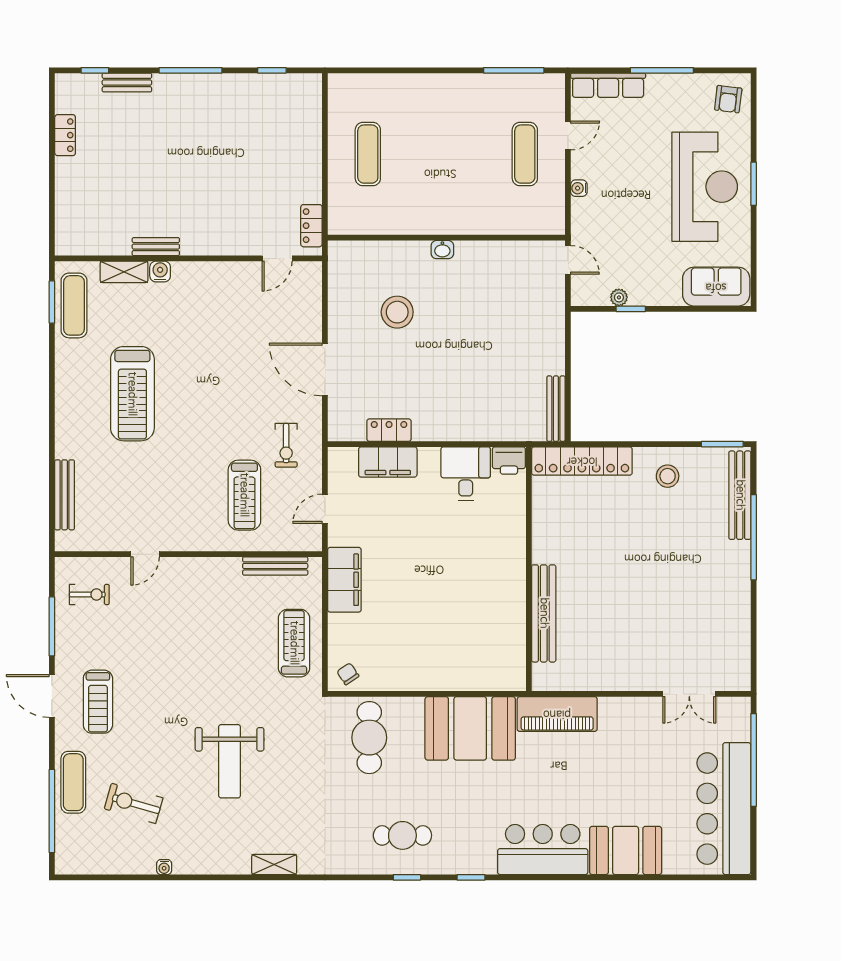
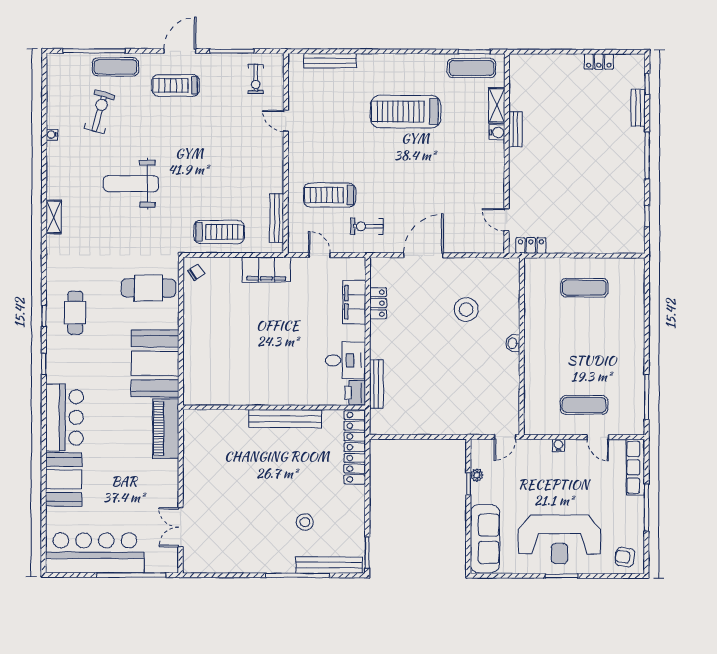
sofa: (716, 287) -> (485, 539), width x1.36
bench: (556, 409) -> (376, 384), moved, turned 90
stool: (668, 476) -> (305, 522), moved
bench: (544, 613) -> (285, 419), moved

